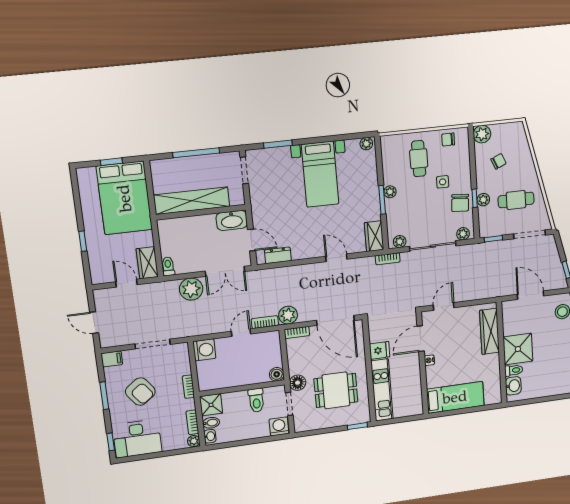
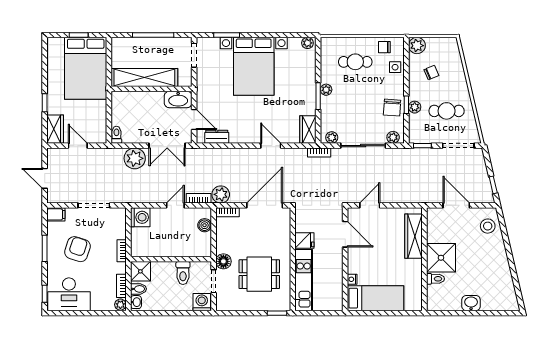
cafe table: (419, 159) -> (355, 62), turned 90
bed with nightstands: (320, 174) -> (254, 66), width x1.36
side table: (443, 182) -> (395, 67), moved
wardrobe: (147, 263) -> (55, 129), moved, turned 180
door: (335, 320) -> (265, 205), swing flipped
door: (421, 339) -> (345, 234), swing flipped
nightstand: (429, 360) -> (352, 279), moved
boiler: (277, 374) -> (205, 225), moved
washbasin: (513, 386) -> (471, 303), moved, turned -90
armchair: (140, 392) -> (77, 249), turned -126

